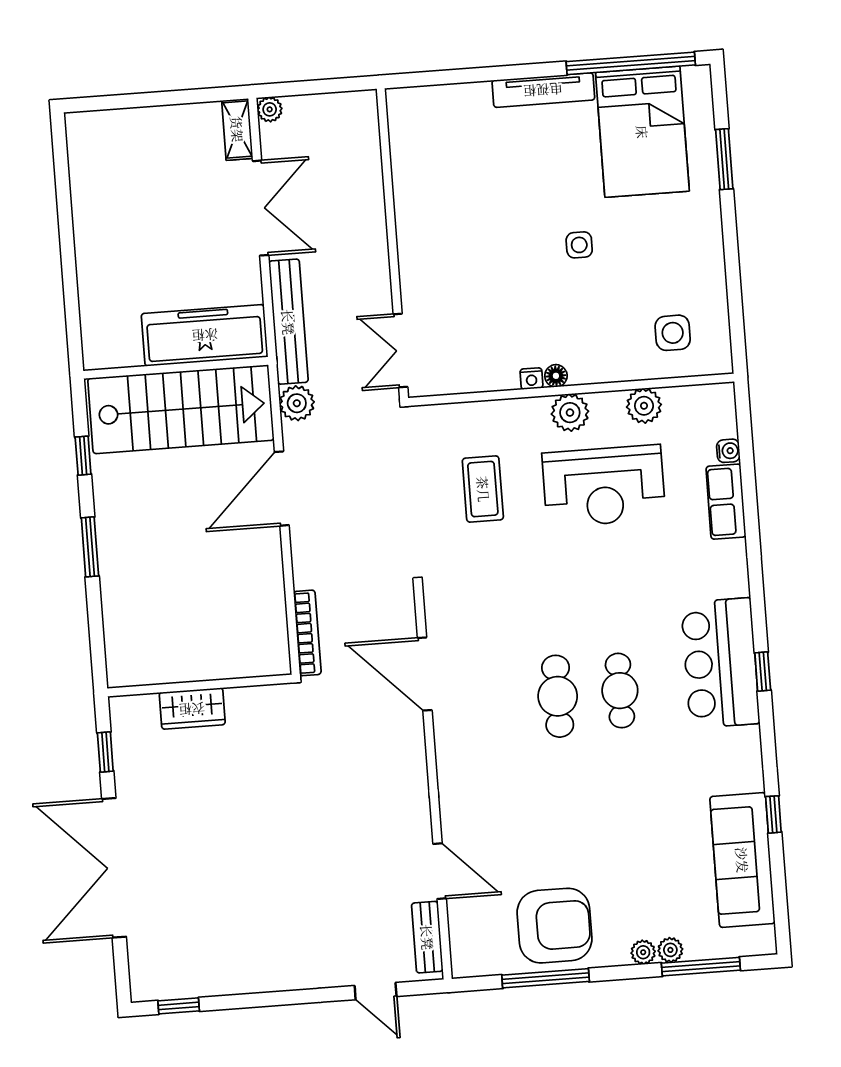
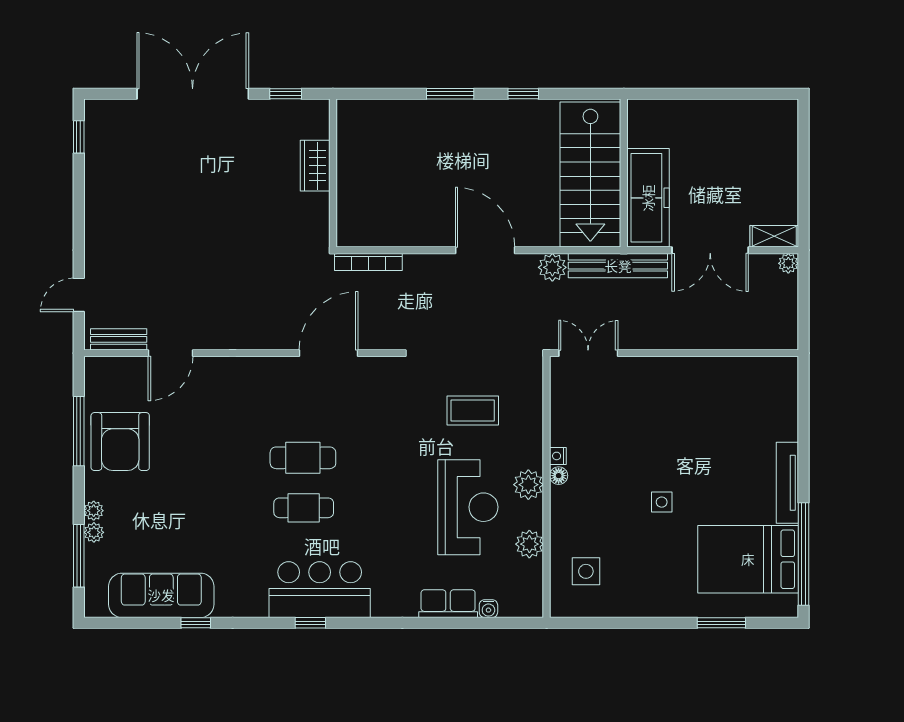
freezer: (205, 335) -> (648, 198), moved
wall: (176, 368) -> (624, 173), moved
stairs: (181, 409) -> (590, 174), moved
reception desk: (604, 486) -> (468, 507), turned 180

